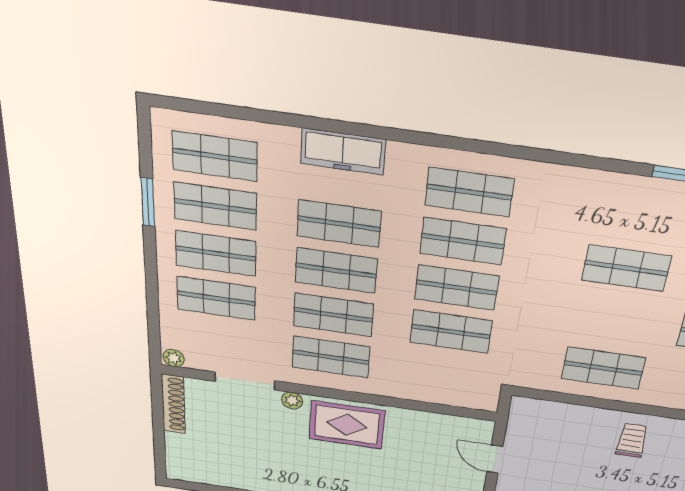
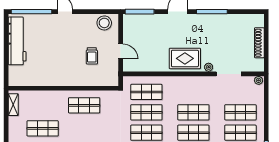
shop shelf: (331, 357) -> (146, 92), moved
shoe rack: (173, 404) -> (259, 43), moved
trolley: (632, 440) -> (92, 56), moved

